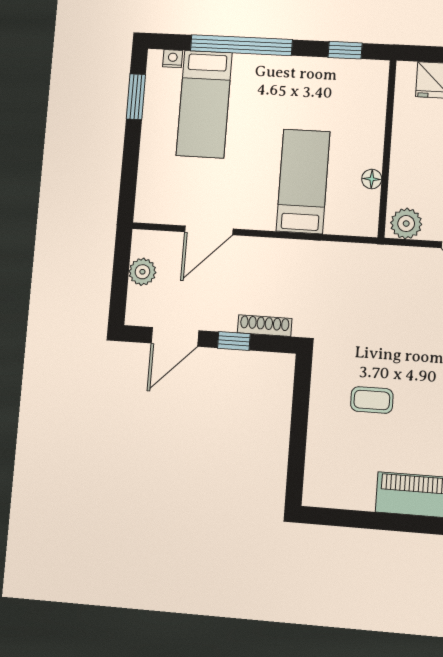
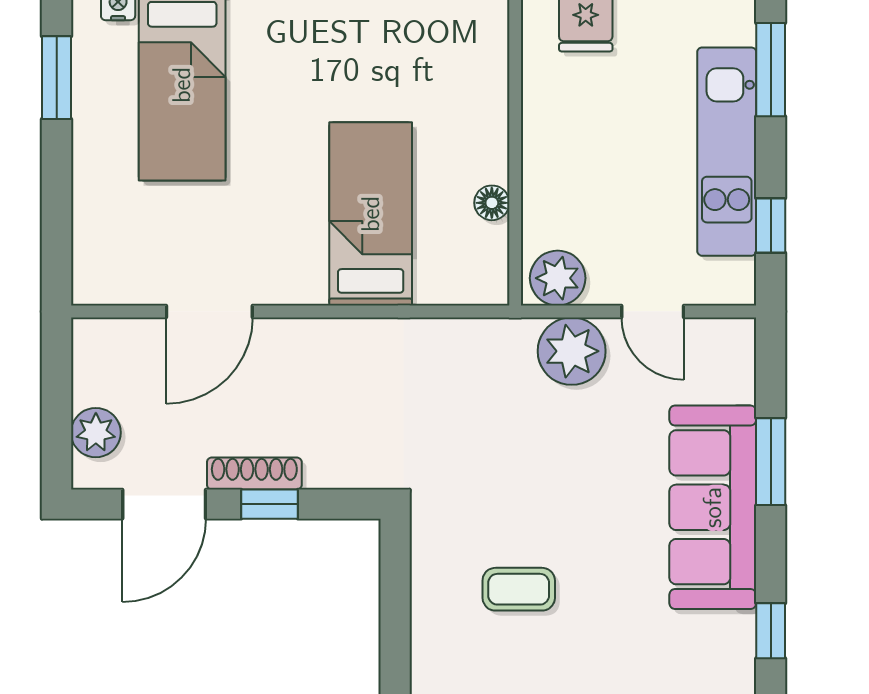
plant: (411, 265) -> (572, 351), added
plant: (142, 272) -> (96, 433), moved
shoe rack: (265, 326) -> (254, 473), moved

